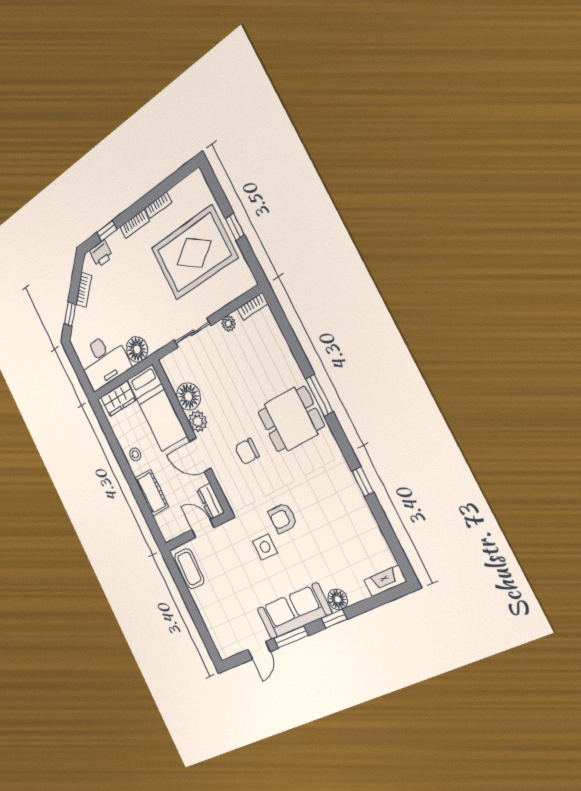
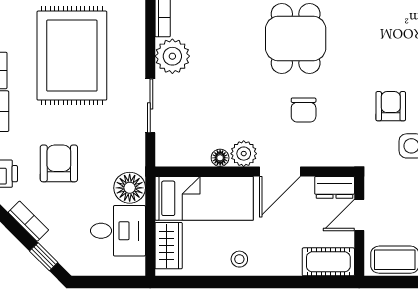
armchair: (126, 288) -> (59, 163), added
plant: (228, 324) -> (172, 56), width x1.88, depth x1.88
desk: (104, 360) -> (118, 231), width x0.73
floor lamp: (188, 396) -> (220, 158), width x0.53, depth x0.53
cot: (152, 493) -> (328, 262), moved
armchair: (283, 518) -> (391, 106), turned 180

